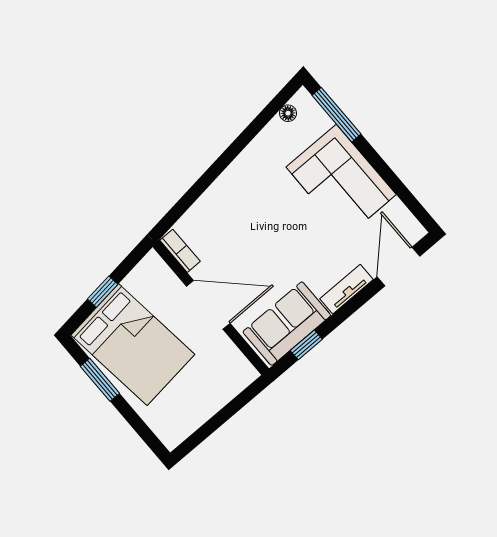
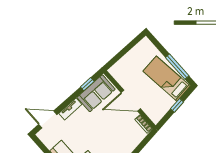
door: (399, 266) -> (48, 119), swing flipped
bed: (133, 345) -> (167, 79), width x0.67
window: (100, 380) -> (177, 67), width x1.44

